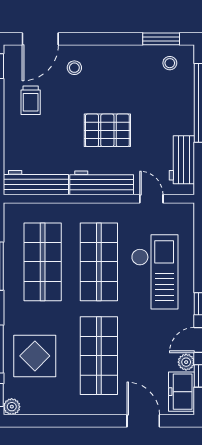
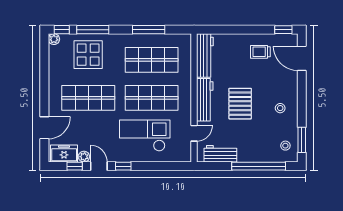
stool: (74, 68) -> (280, 108), moved
checkout: (155, 272) -> (145, 136), turned 180

